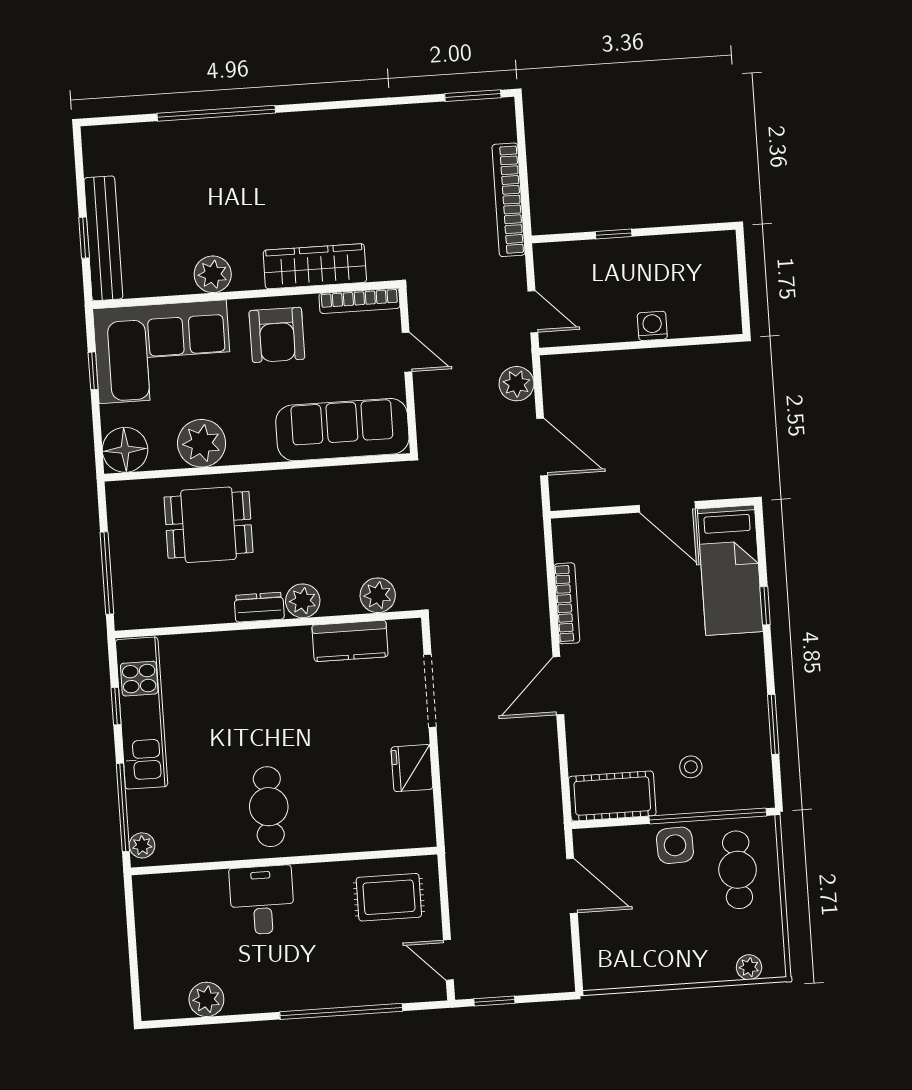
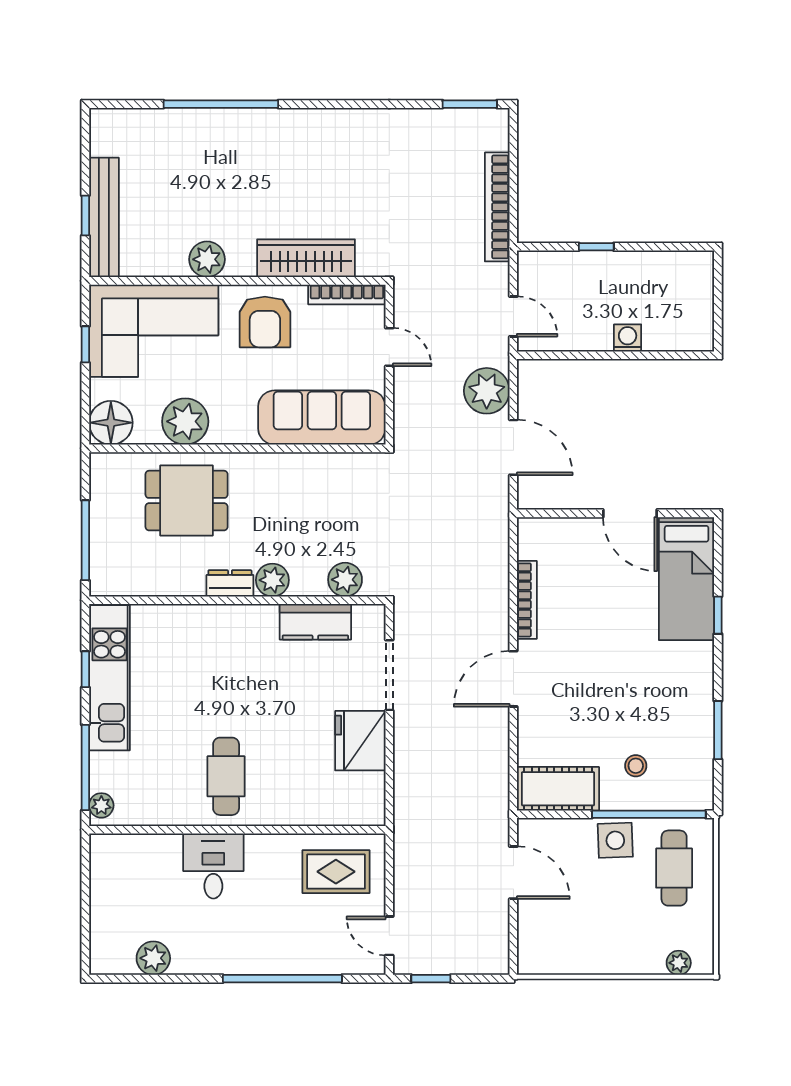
plant: (517, 384) -> (487, 391), width x1.36, depth x1.36
fridge: (412, 768) -> (360, 741), width x1.36, depth x1.34

